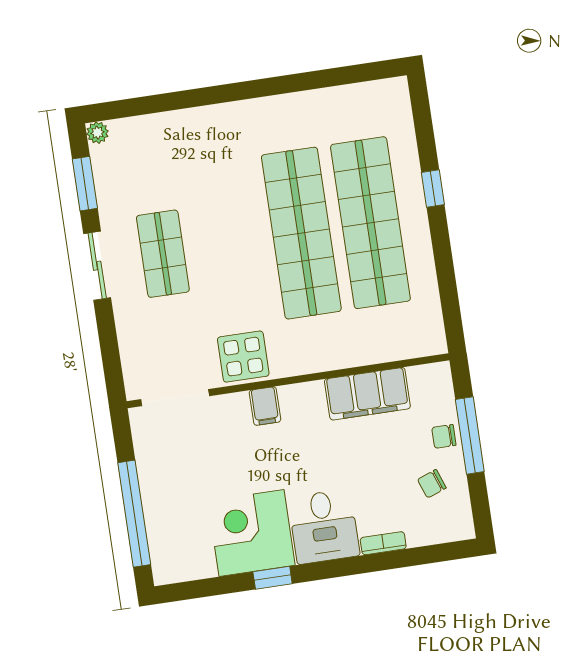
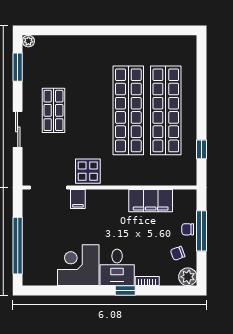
window: (433, 188) -> (202, 149), moved
sliding door: (97, 266) -> (18, 129), moved
filing cabinet: (265, 406) -> (78, 199), moved
plant: (457, 524) -> (188, 277), added
window: (273, 578) -> (125, 291), moved

